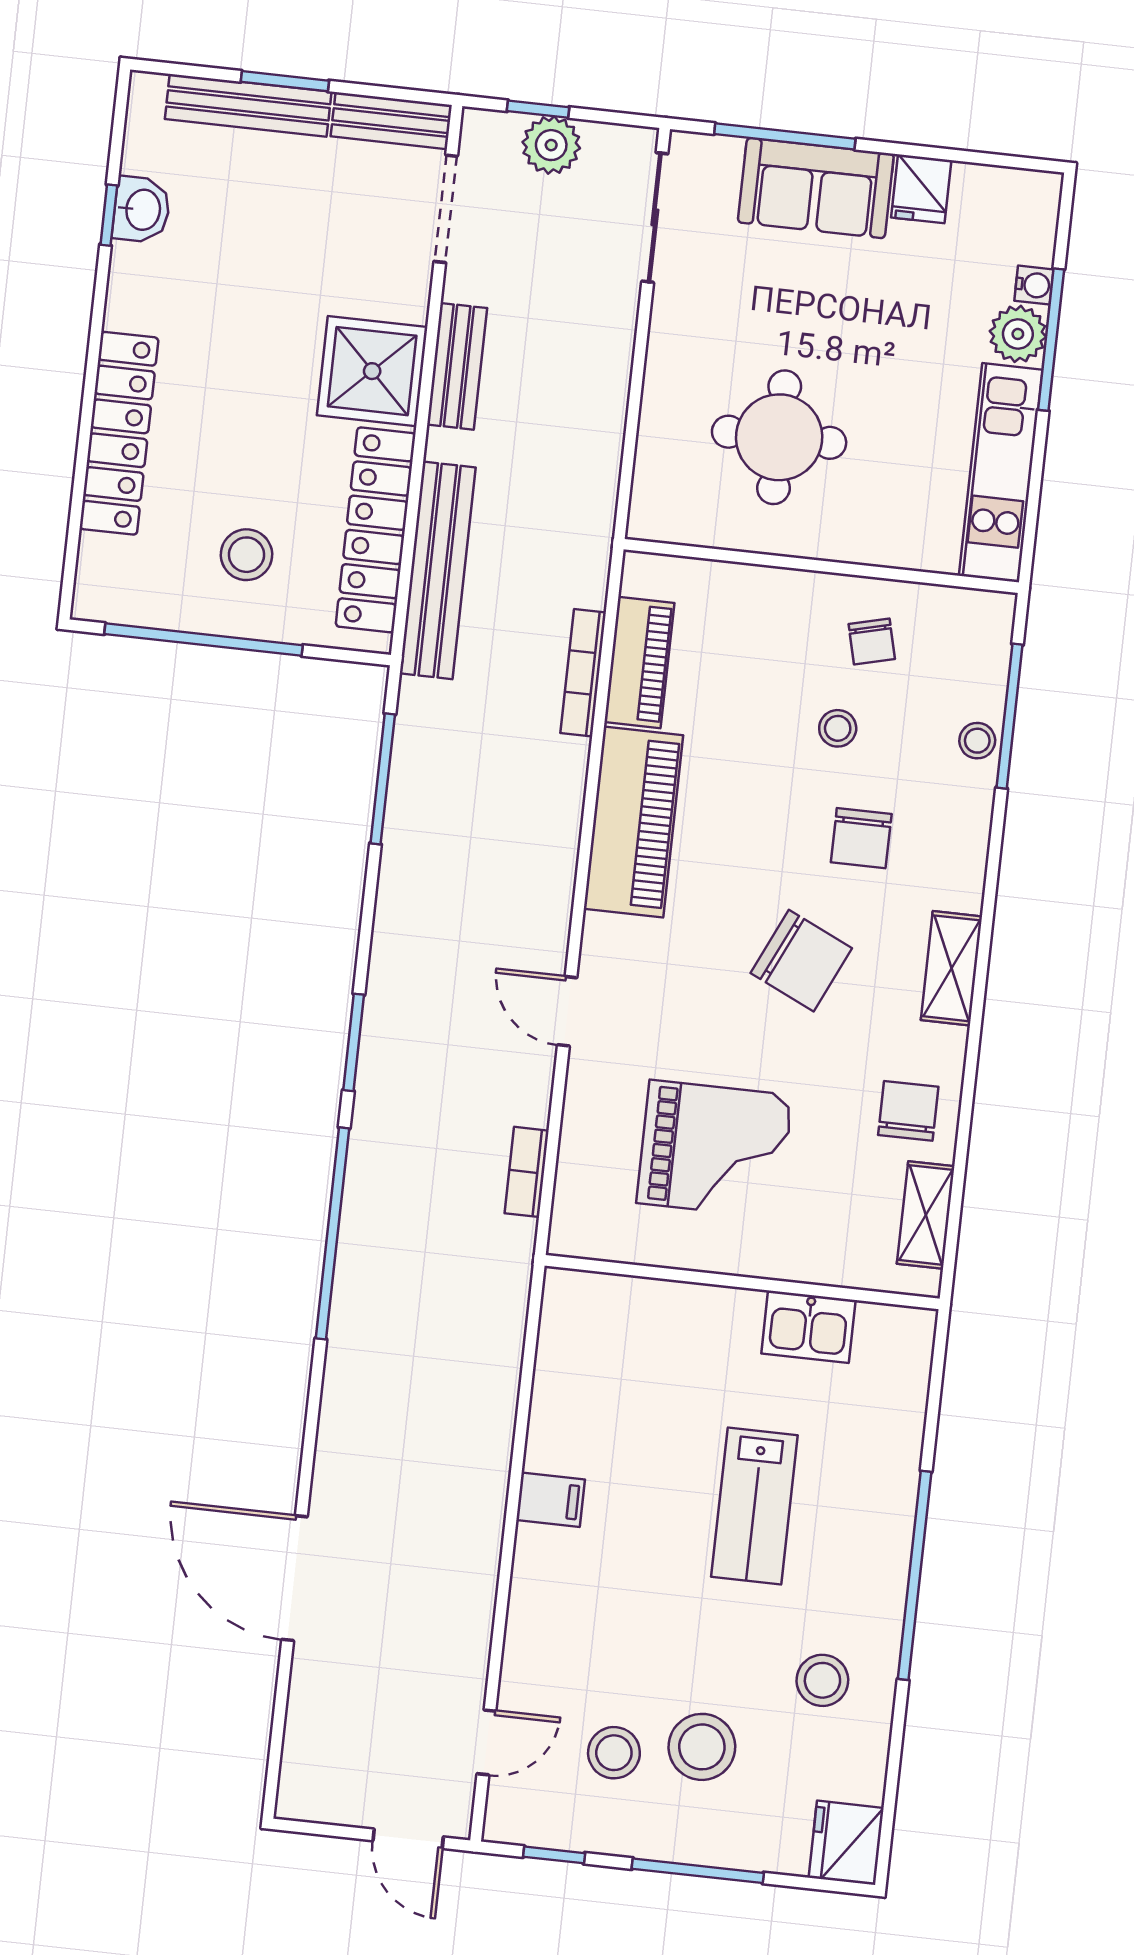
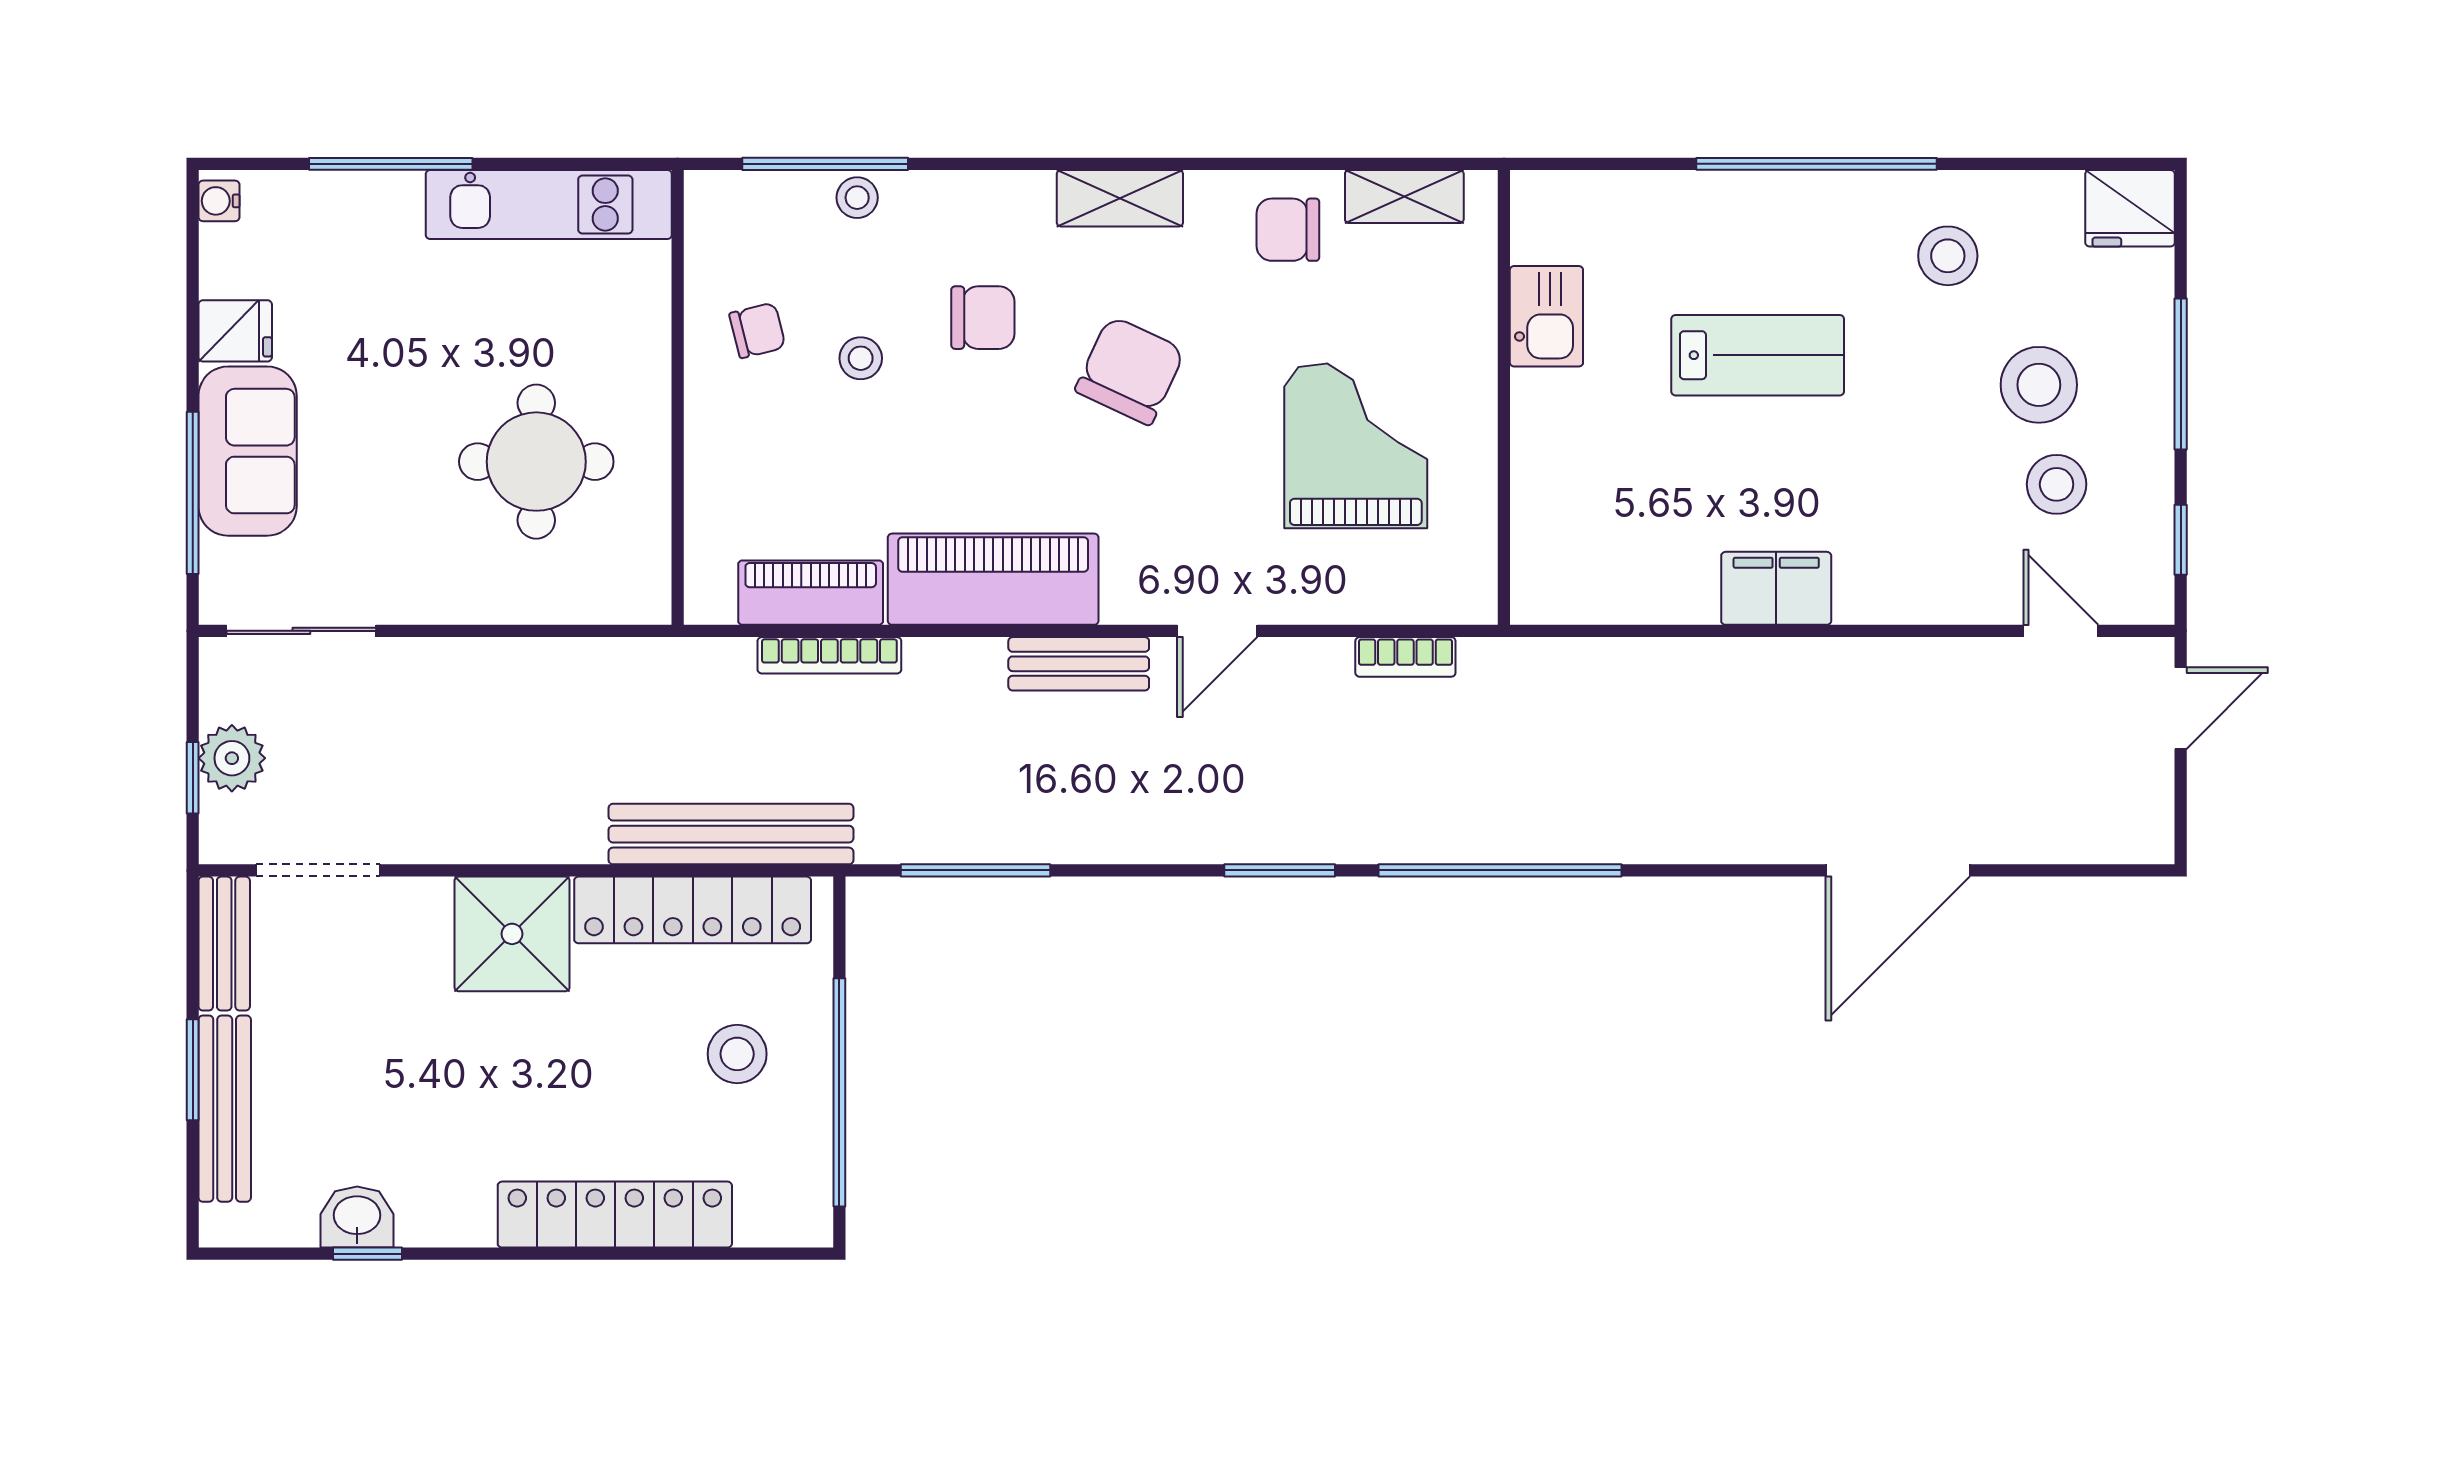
water cooler: (1034, 285) -> (219, 201), moved, turned -90
plant: (1018, 334) -> (388, 202), removed
bench: (457, 366) -> (1079, 664), moved
filing cabinet: (551, 1500) -> (1776, 588), width x2.00

